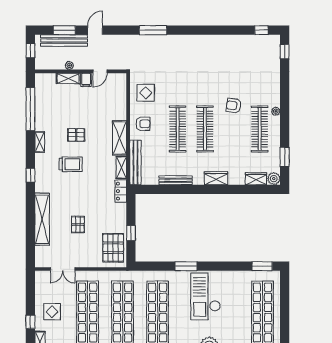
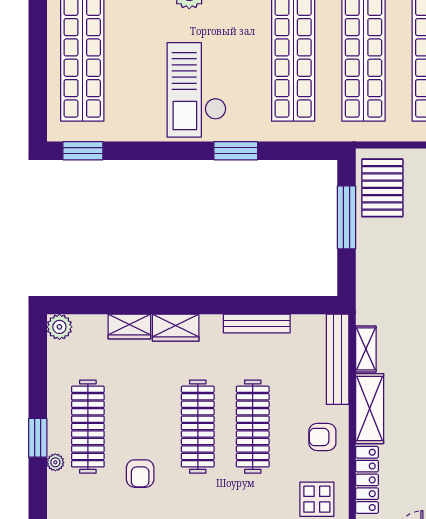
armchair: (234, 106) -> (140, 474), turned 82
window: (285, 157) -> (38, 438), moved
wardrobe: (256, 179) -> (129, 327), moved
locker: (121, 191) -> (367, 480), moved, width x1.53
window: (131, 233) -> (346, 217), width x2.17
checkout: (206, 296) -> (197, 90), turned 180

